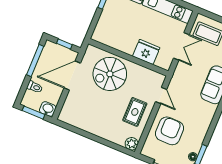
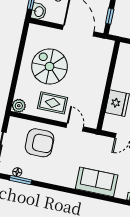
spiral stairs: (110, 74) -> (50, 66), moved
door: (161, 95) -> (75, 127), swing flipped

